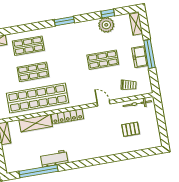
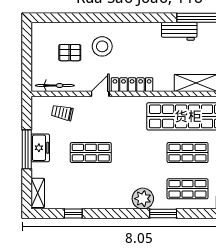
window: (64, 21) -> (163, 213), moved
plant: (106, 25) -> (143, 199), moved
door: (103, 103) -> (100, 94), swing flipped
locker: (67, 116) -> (132, 85), moved
stool: (108, 138) -> (102, 46), added

